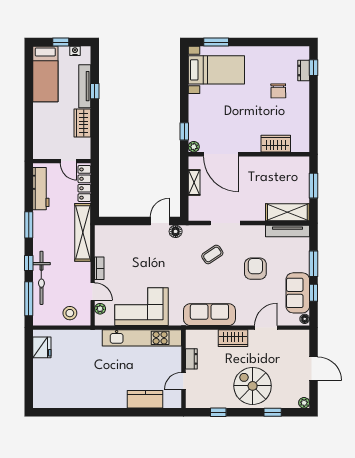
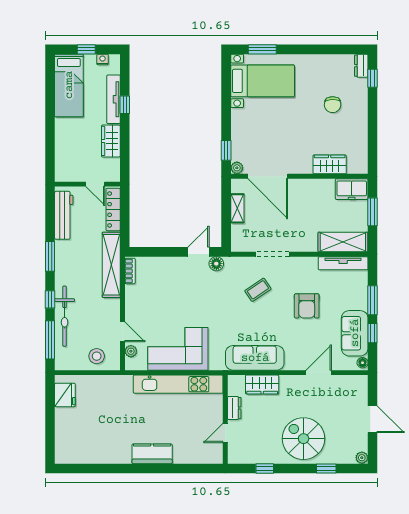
dresser: (304, 70) -> (361, 66), moved
freezer: (295, 166) -> (352, 189), added
bookcase: (99, 268) -> (130, 271), moved
armchair: (255, 269) -> (307, 306), turned 180
wardrobe: (233, 338) -> (262, 385), moved
kitchen counter: (145, 399) -> (152, 454), moved

